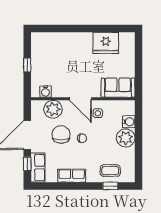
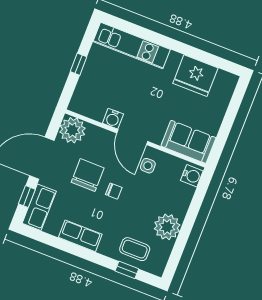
kitchen unit: (57, 40) -> (132, 46), added
water cooler: (46, 92) -> (113, 119), moved
plant: (53, 109) -> (72, 130), moved
water cooler: (129, 122) -> (192, 176), moved
plant: (126, 138) -> (167, 227), moved

